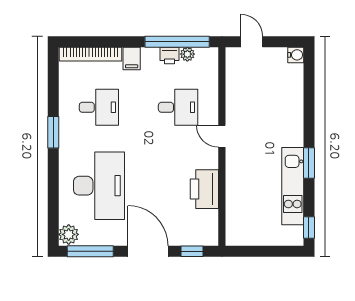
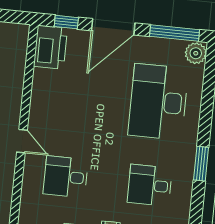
printer: (204, 189) -> (50, 47), moved
door: (148, 251) -> (113, 27), hinge flipped

